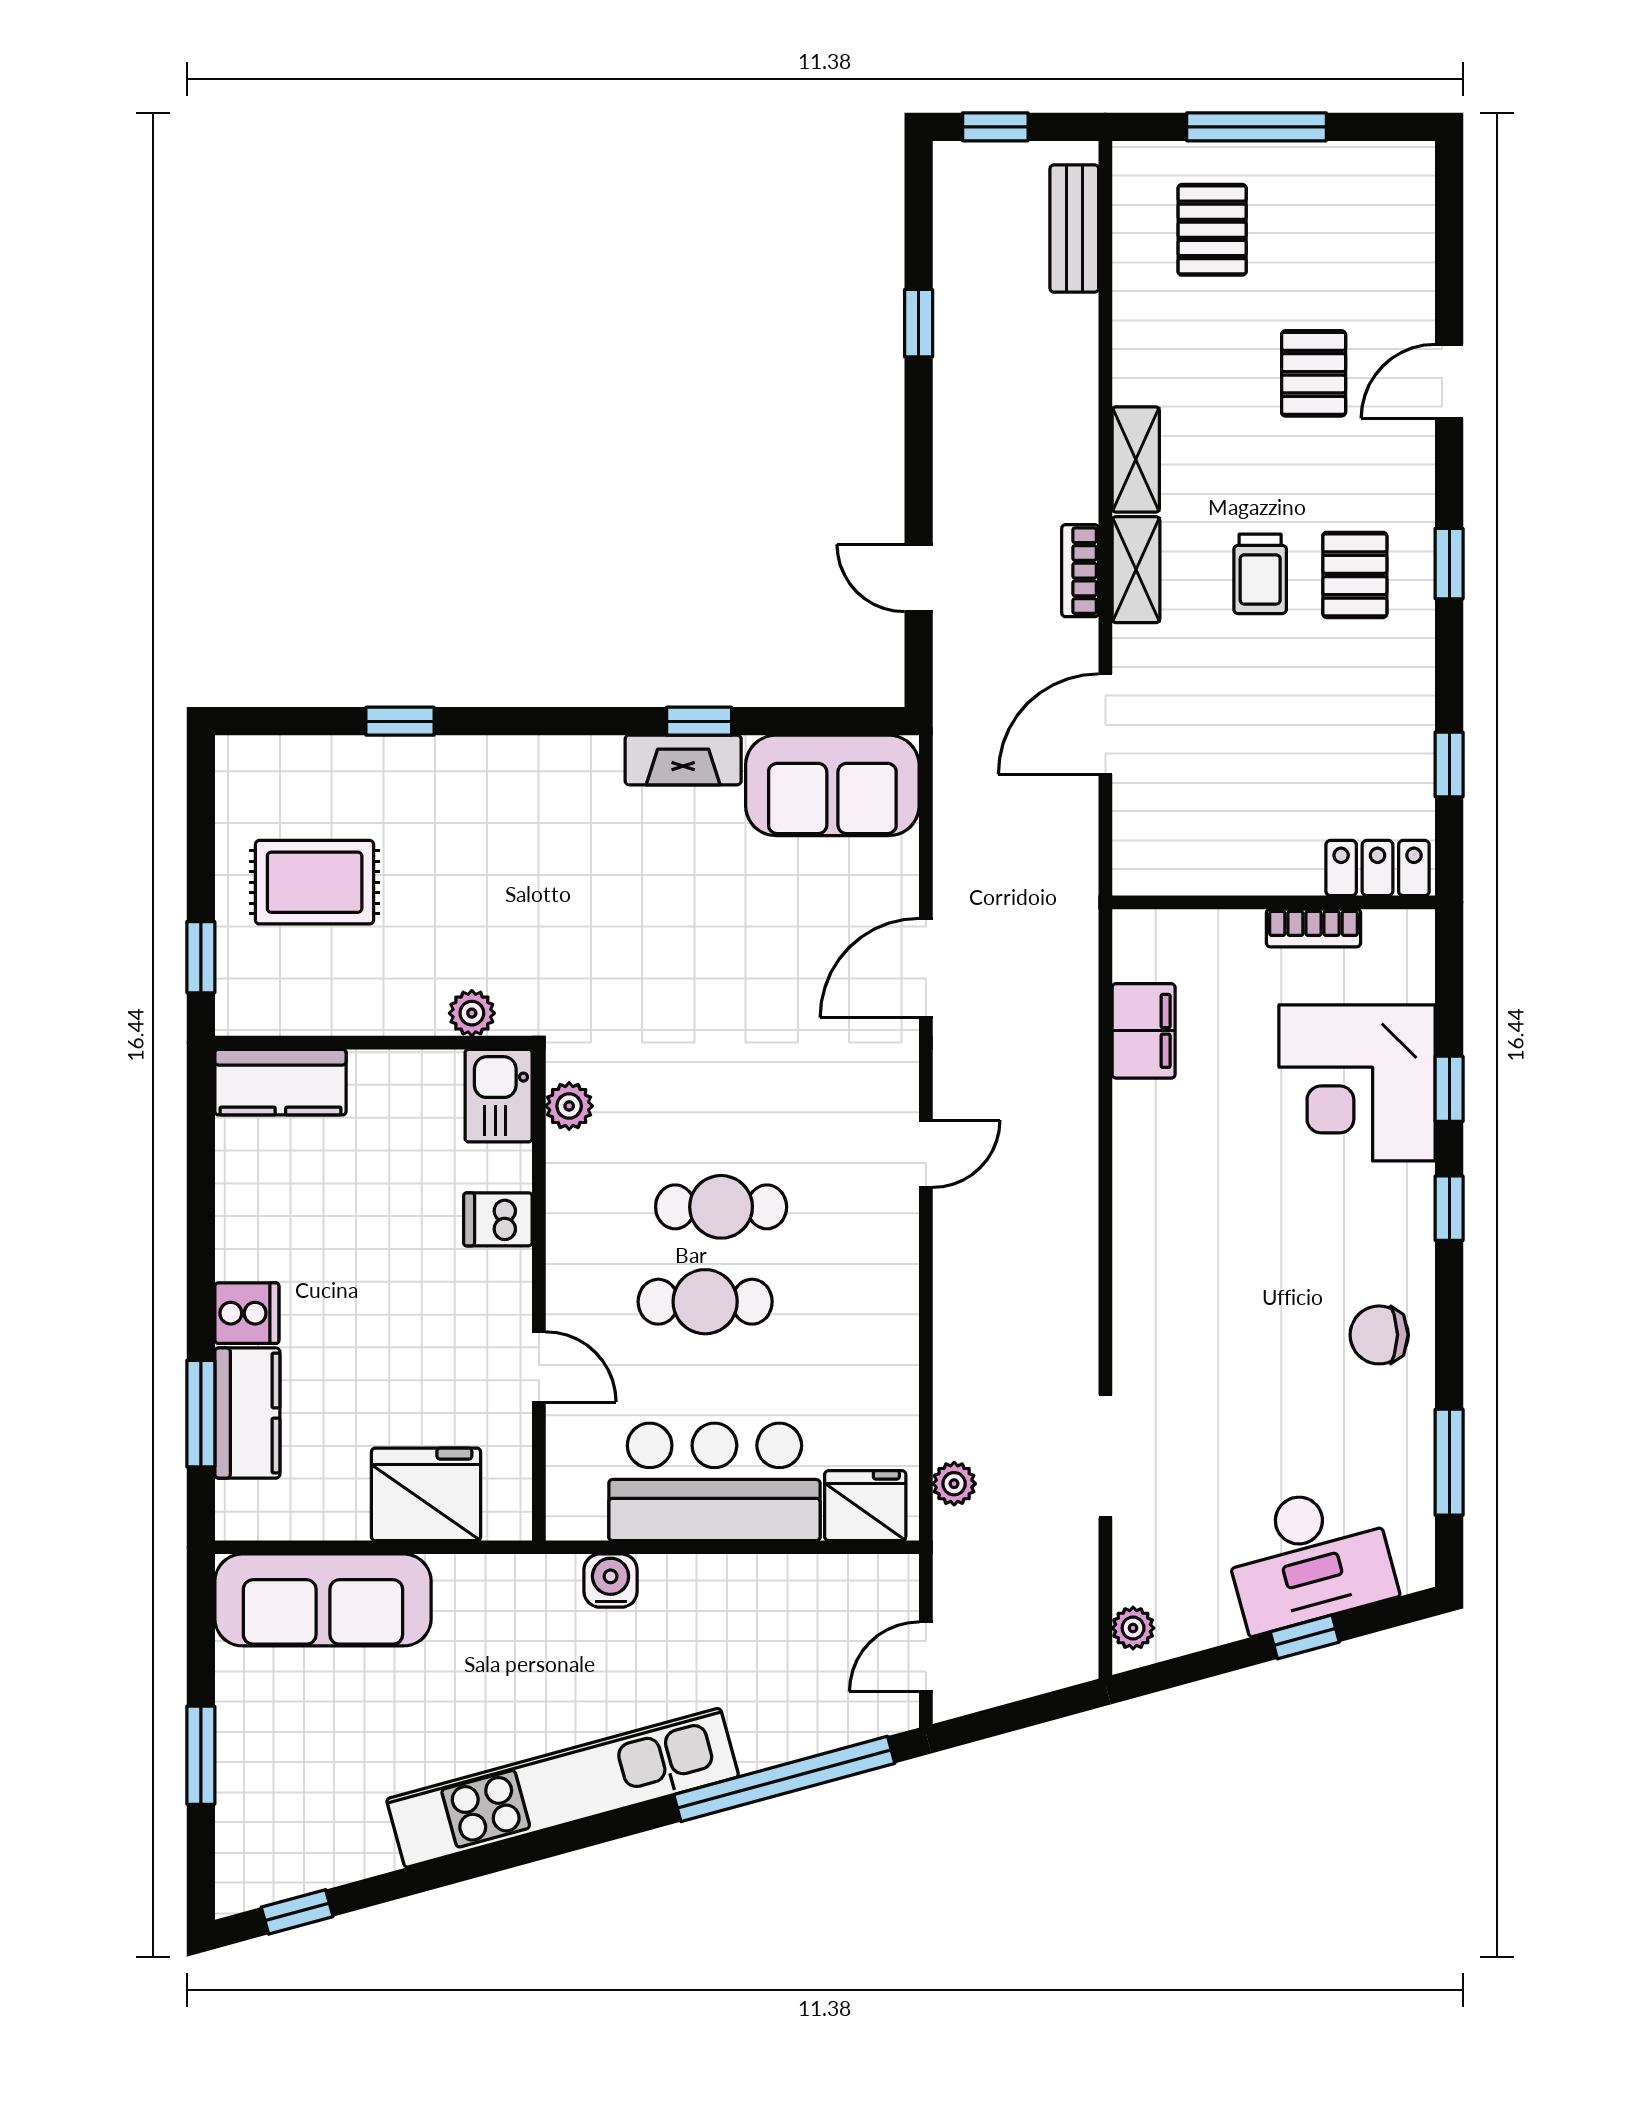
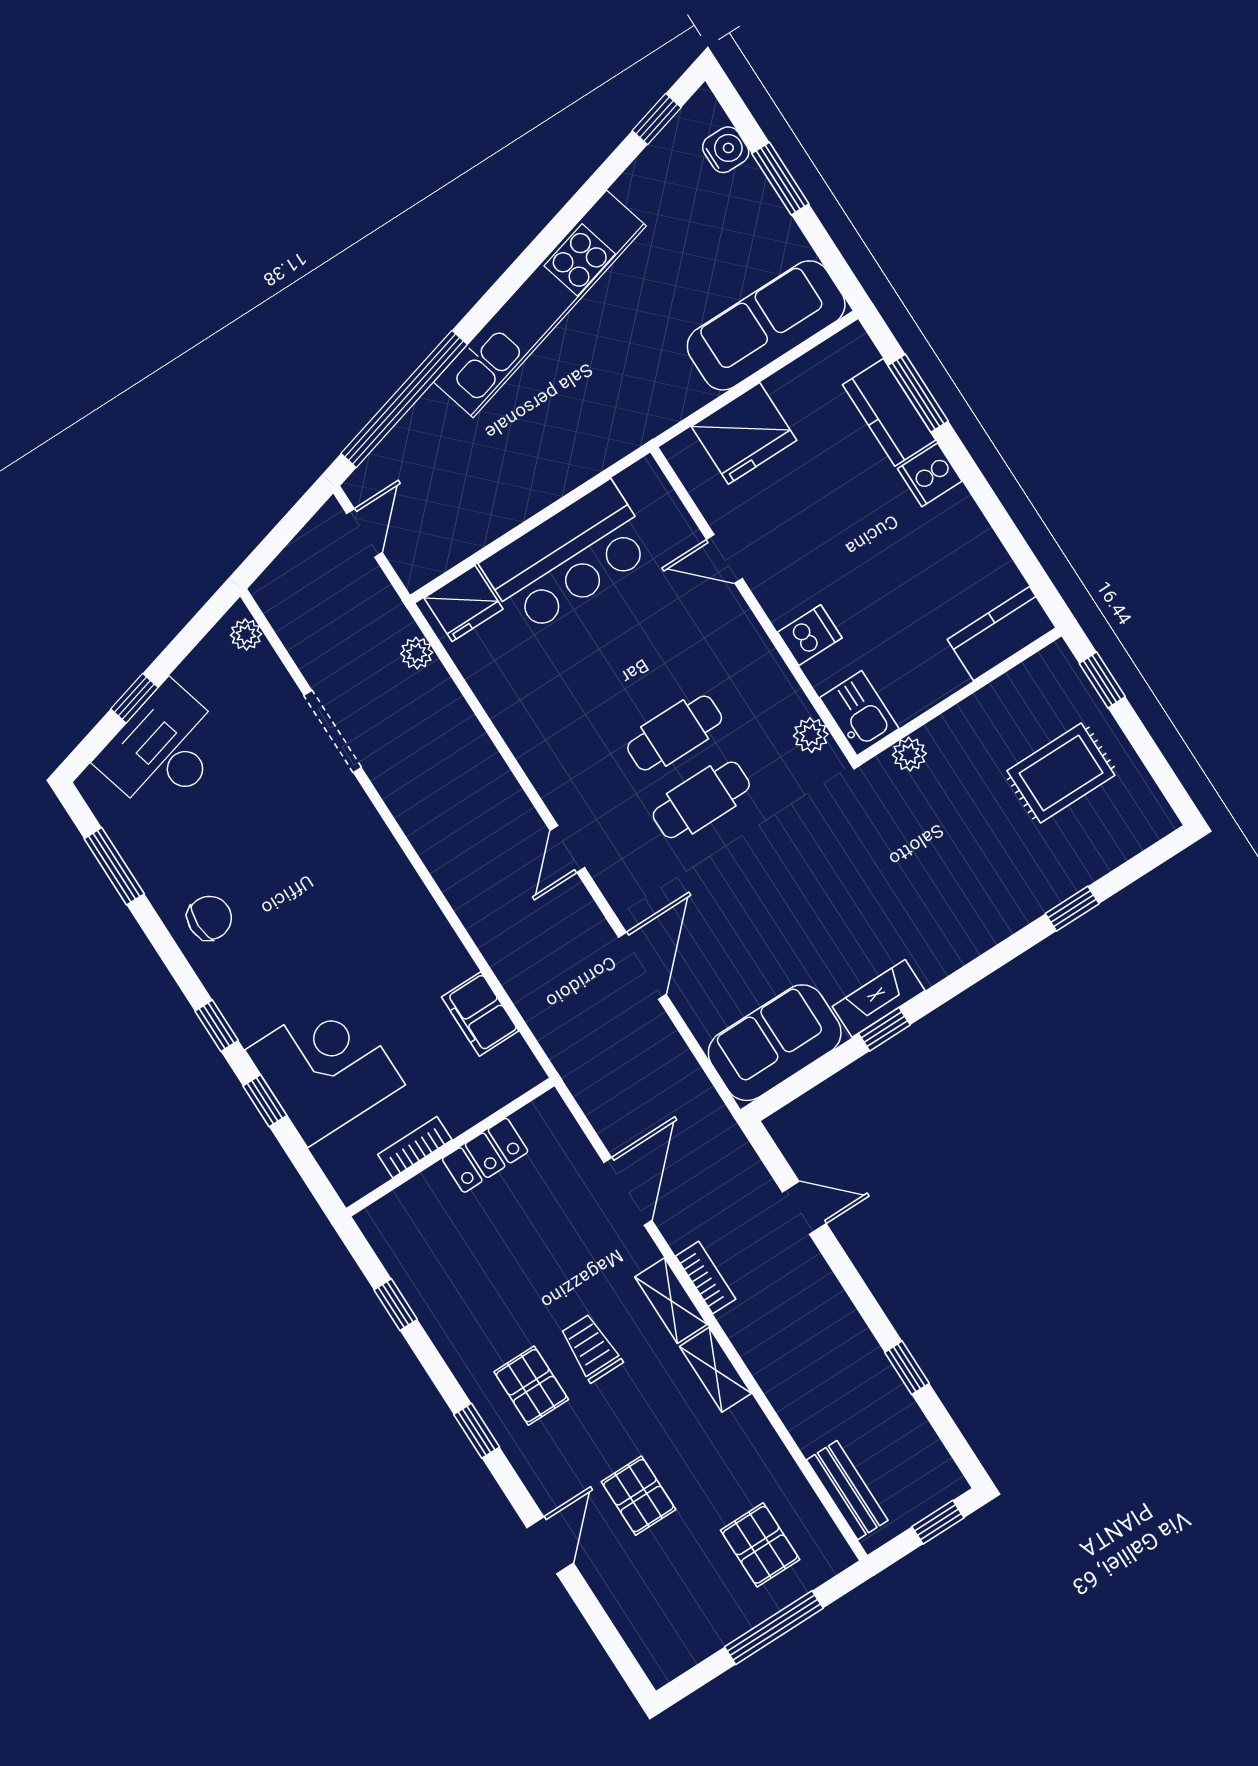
locker: (1378, 868) -> (485, 1155), moved
cafe table: (705, 1302) -> (701, 800), moved
water cooler: (611, 1581) -> (726, 150), moved, turned -90

